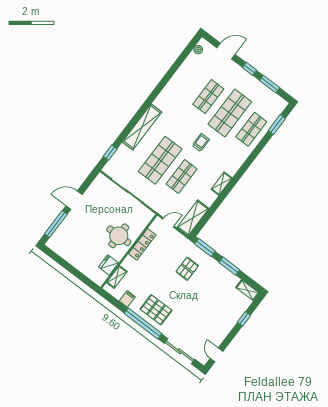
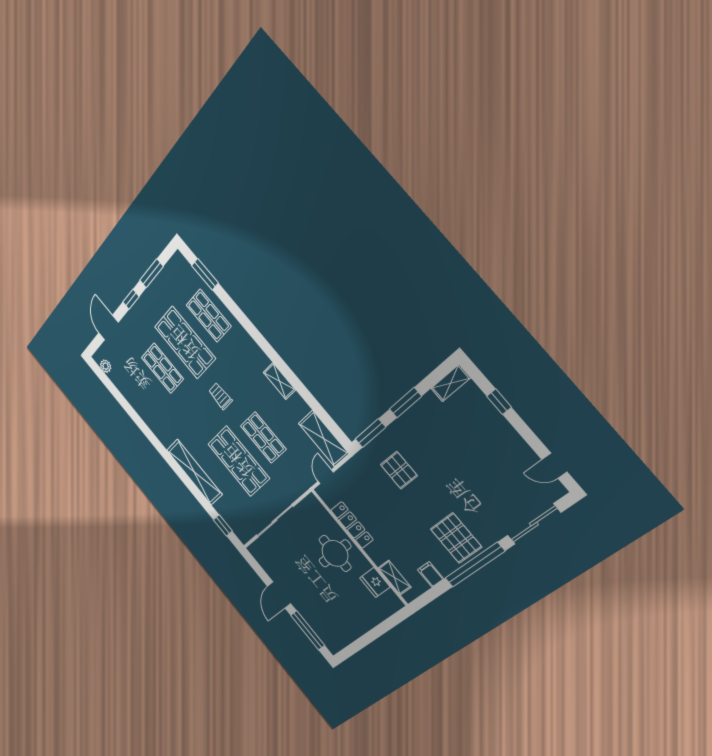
pallet: (156, 310) -> (456, 538), turned 90

